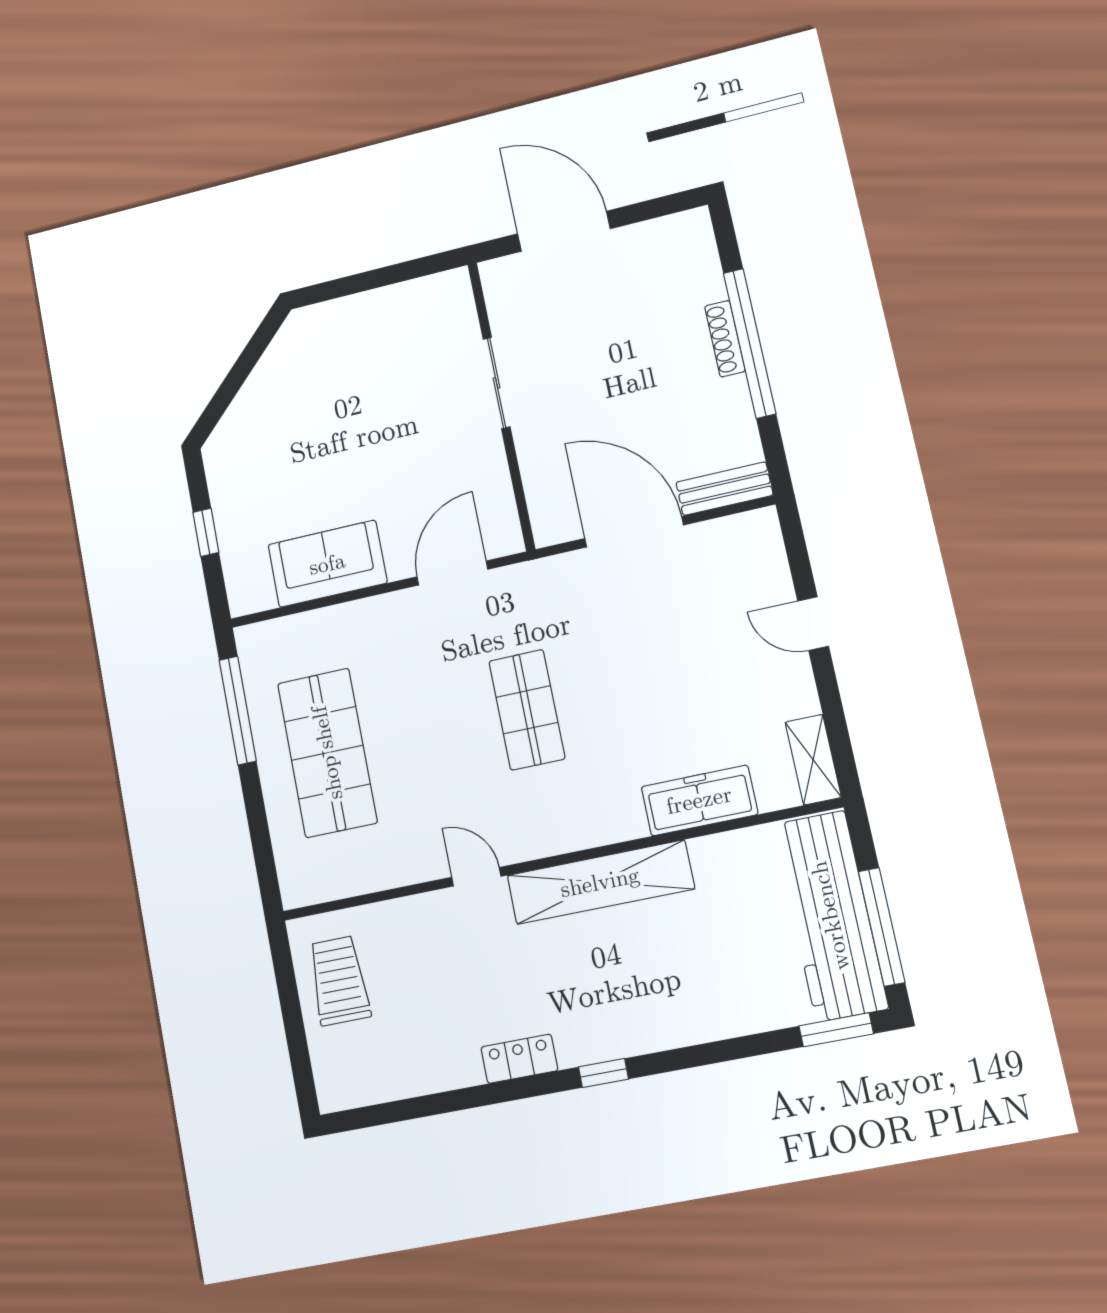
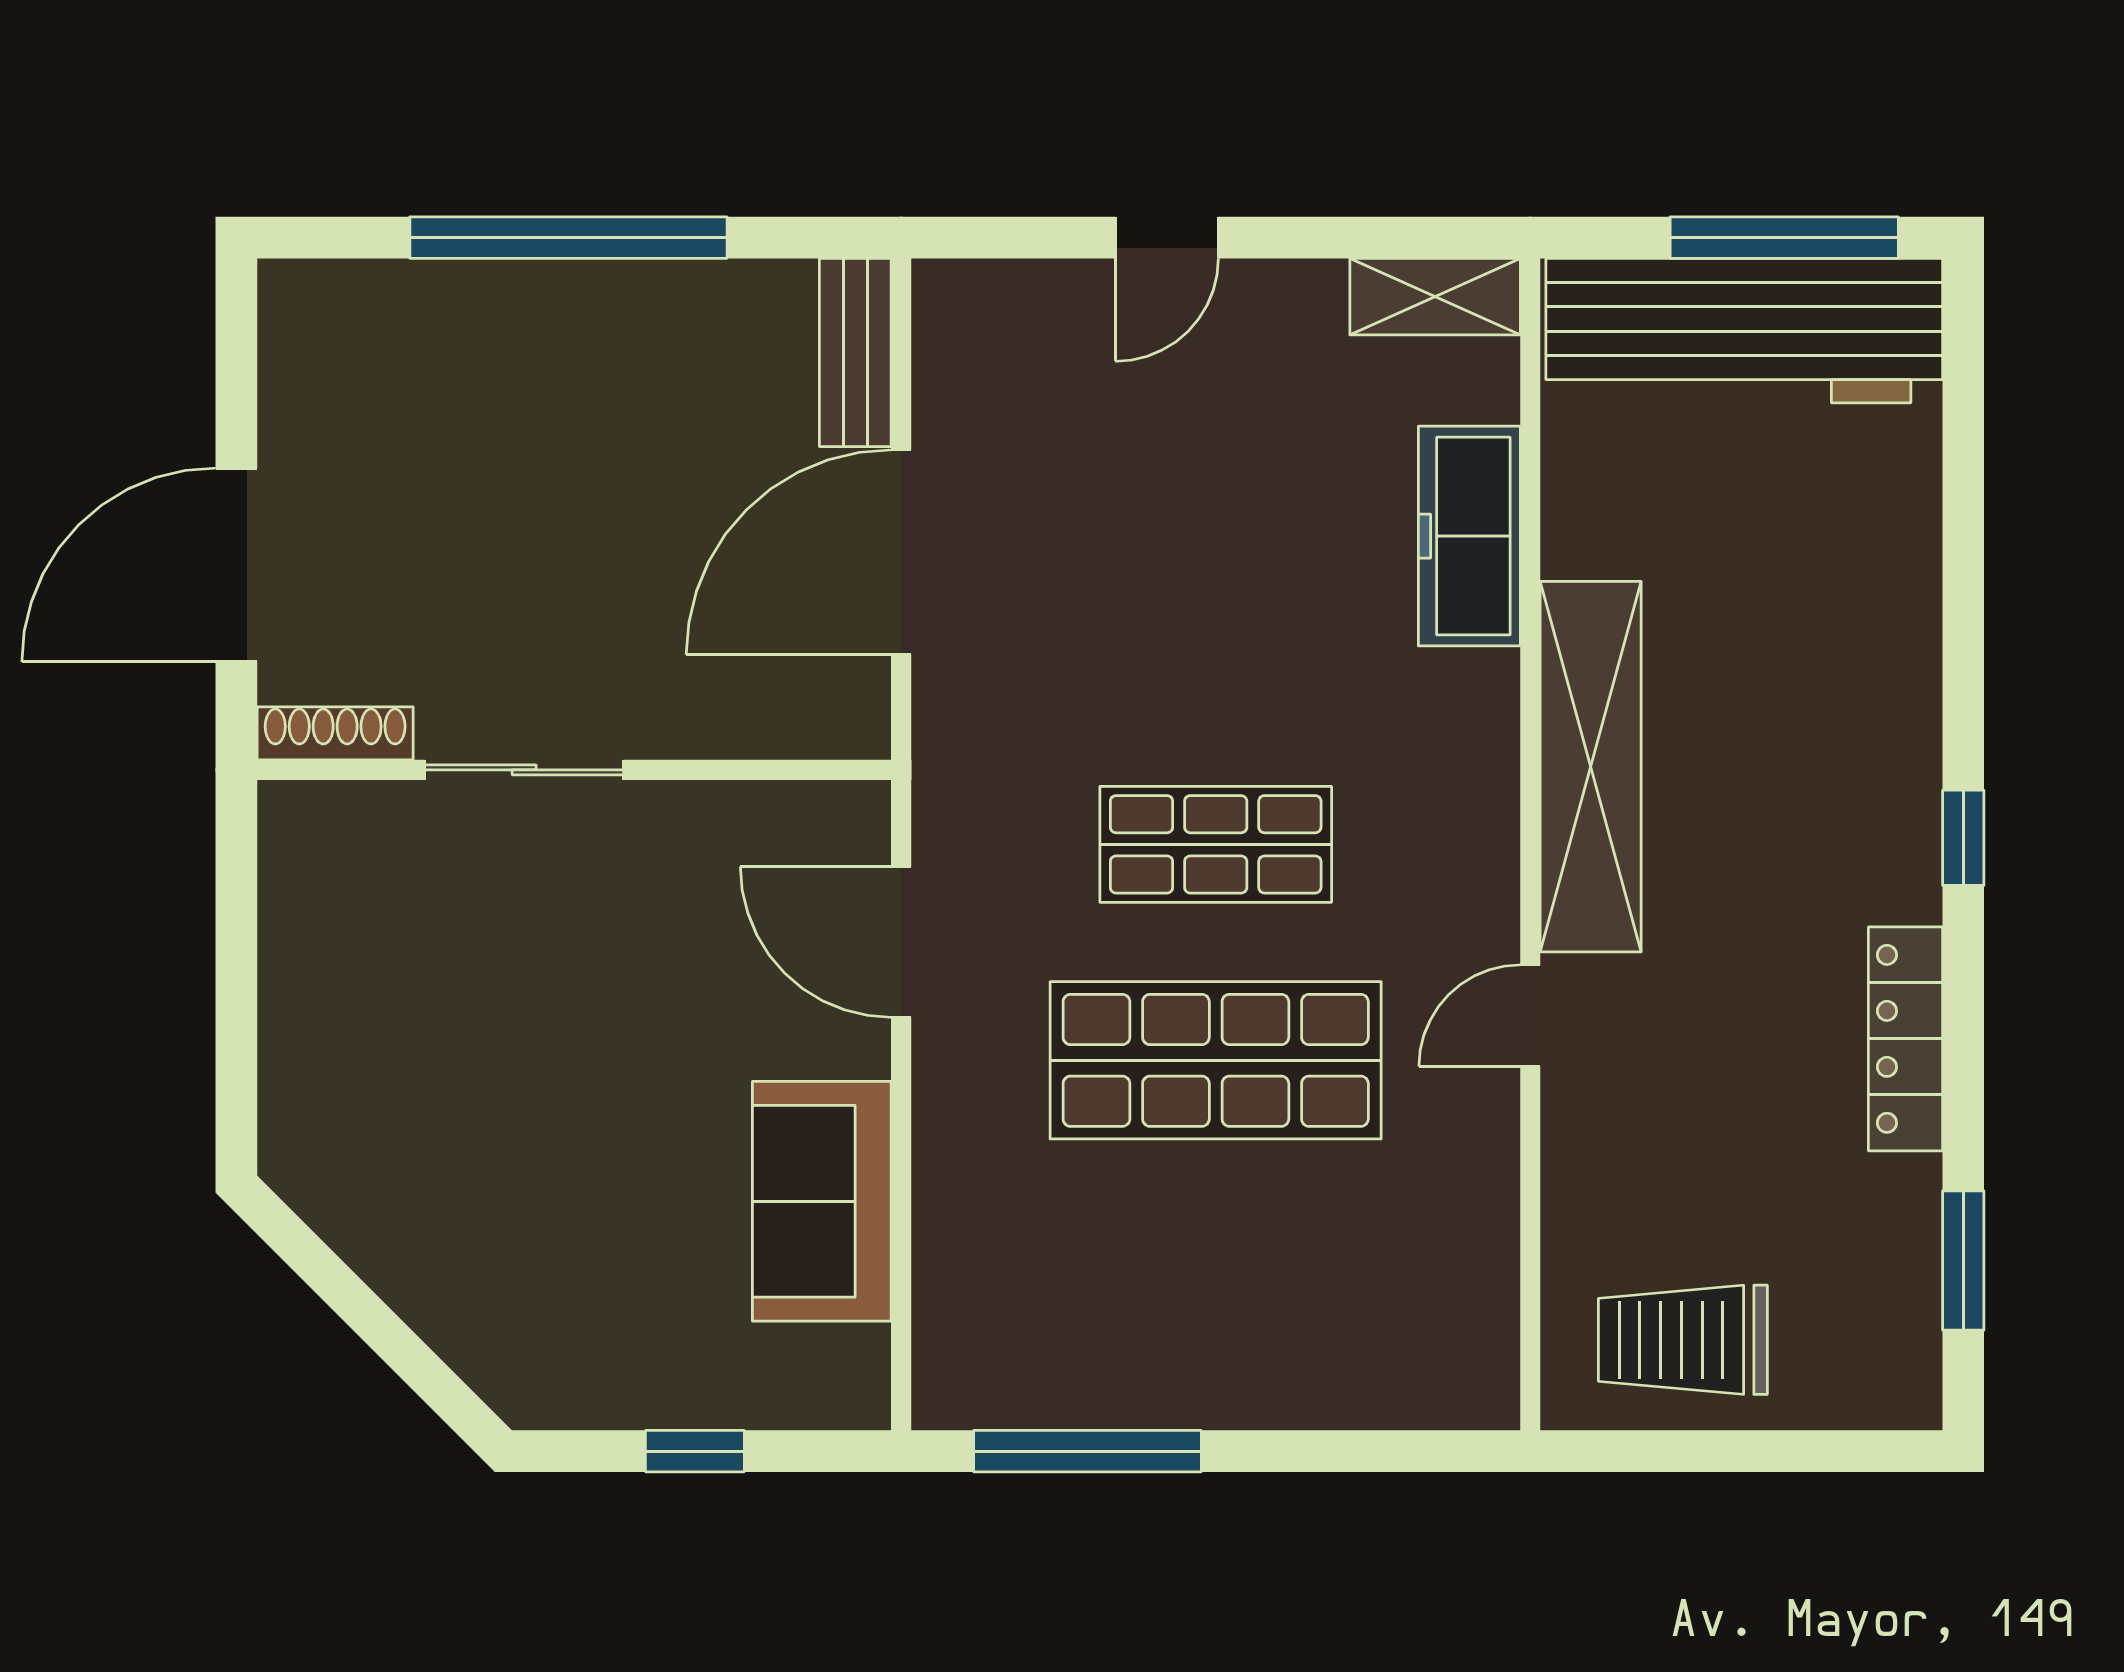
shoe rack: (725, 339) -> (335, 733), moved, turned 180
shop shelf: (327, 753) -> (1216, 1060), moved
window: (836, 1030) -> (1963, 1261), moved
locker: (519, 1059) -> (1905, 1039), width x1.53

